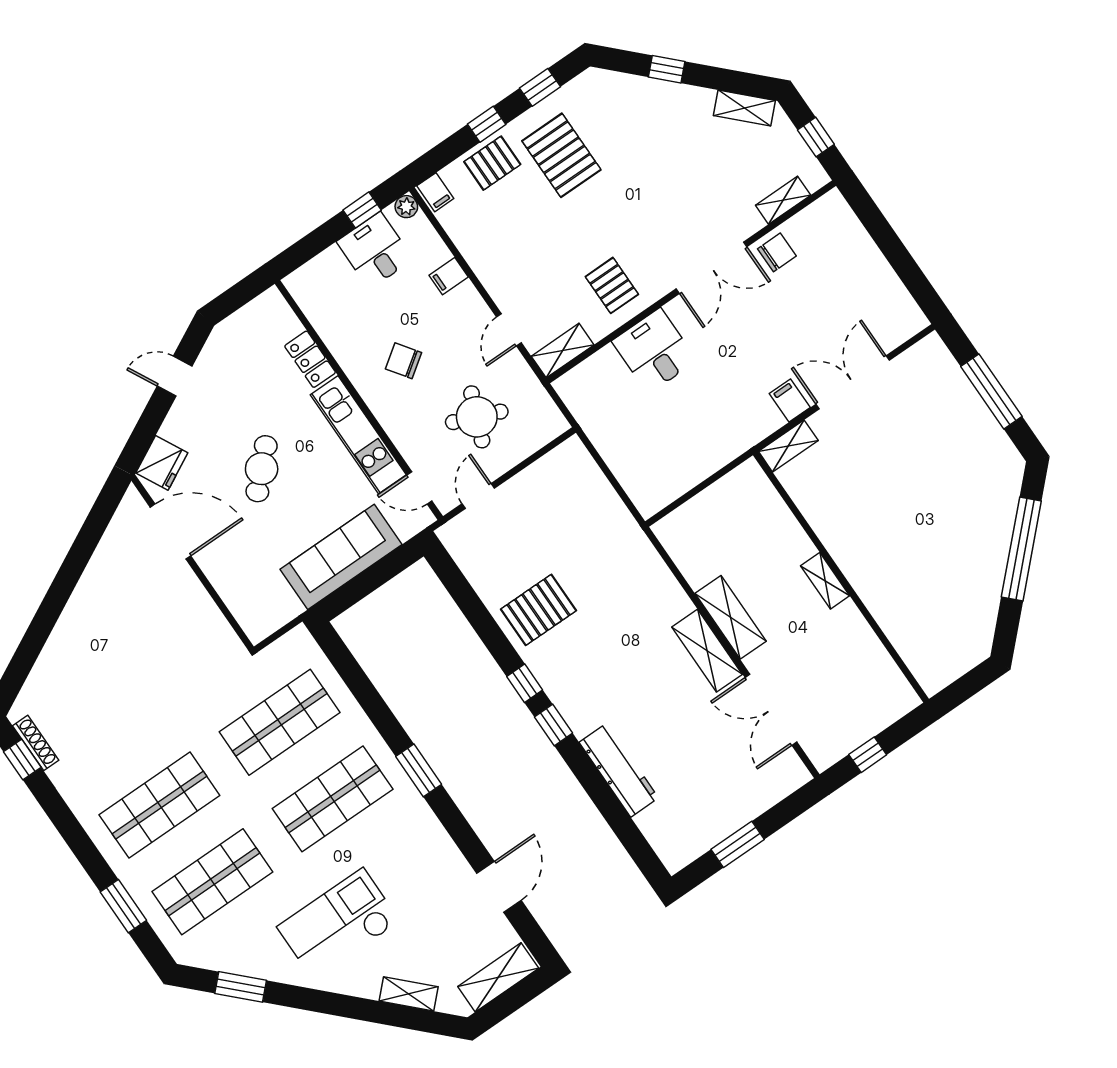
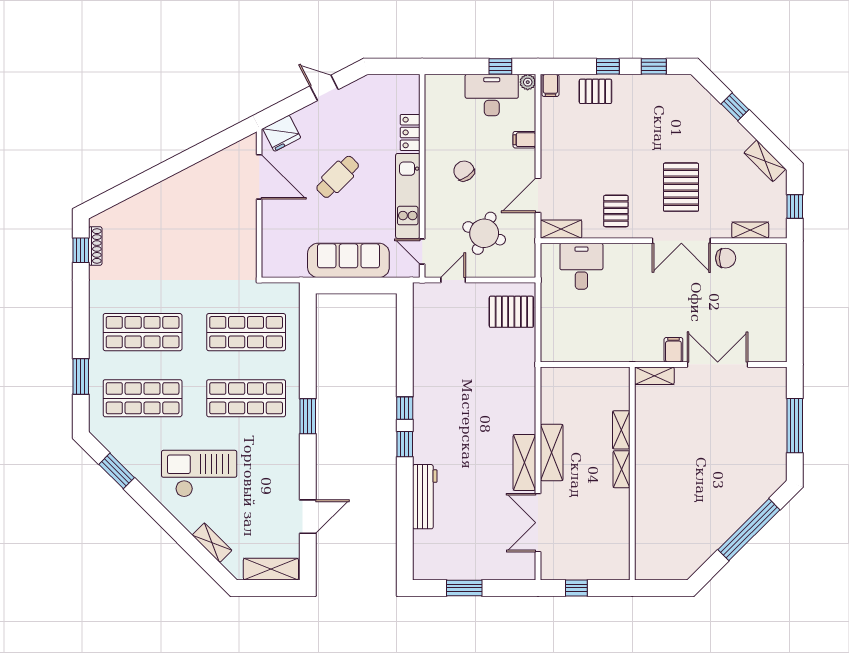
pallet: (561, 155) -> (681, 187), moved
desk: (375, 250) -> (492, 95), width x1.37
door: (509, 330) -> (538, 195), width x1.38
desk: (654, 351) -> (581, 266), moved
shelving: (793, 535) -> (621, 430), added
pallet: (539, 610) -> (511, 312), moved

